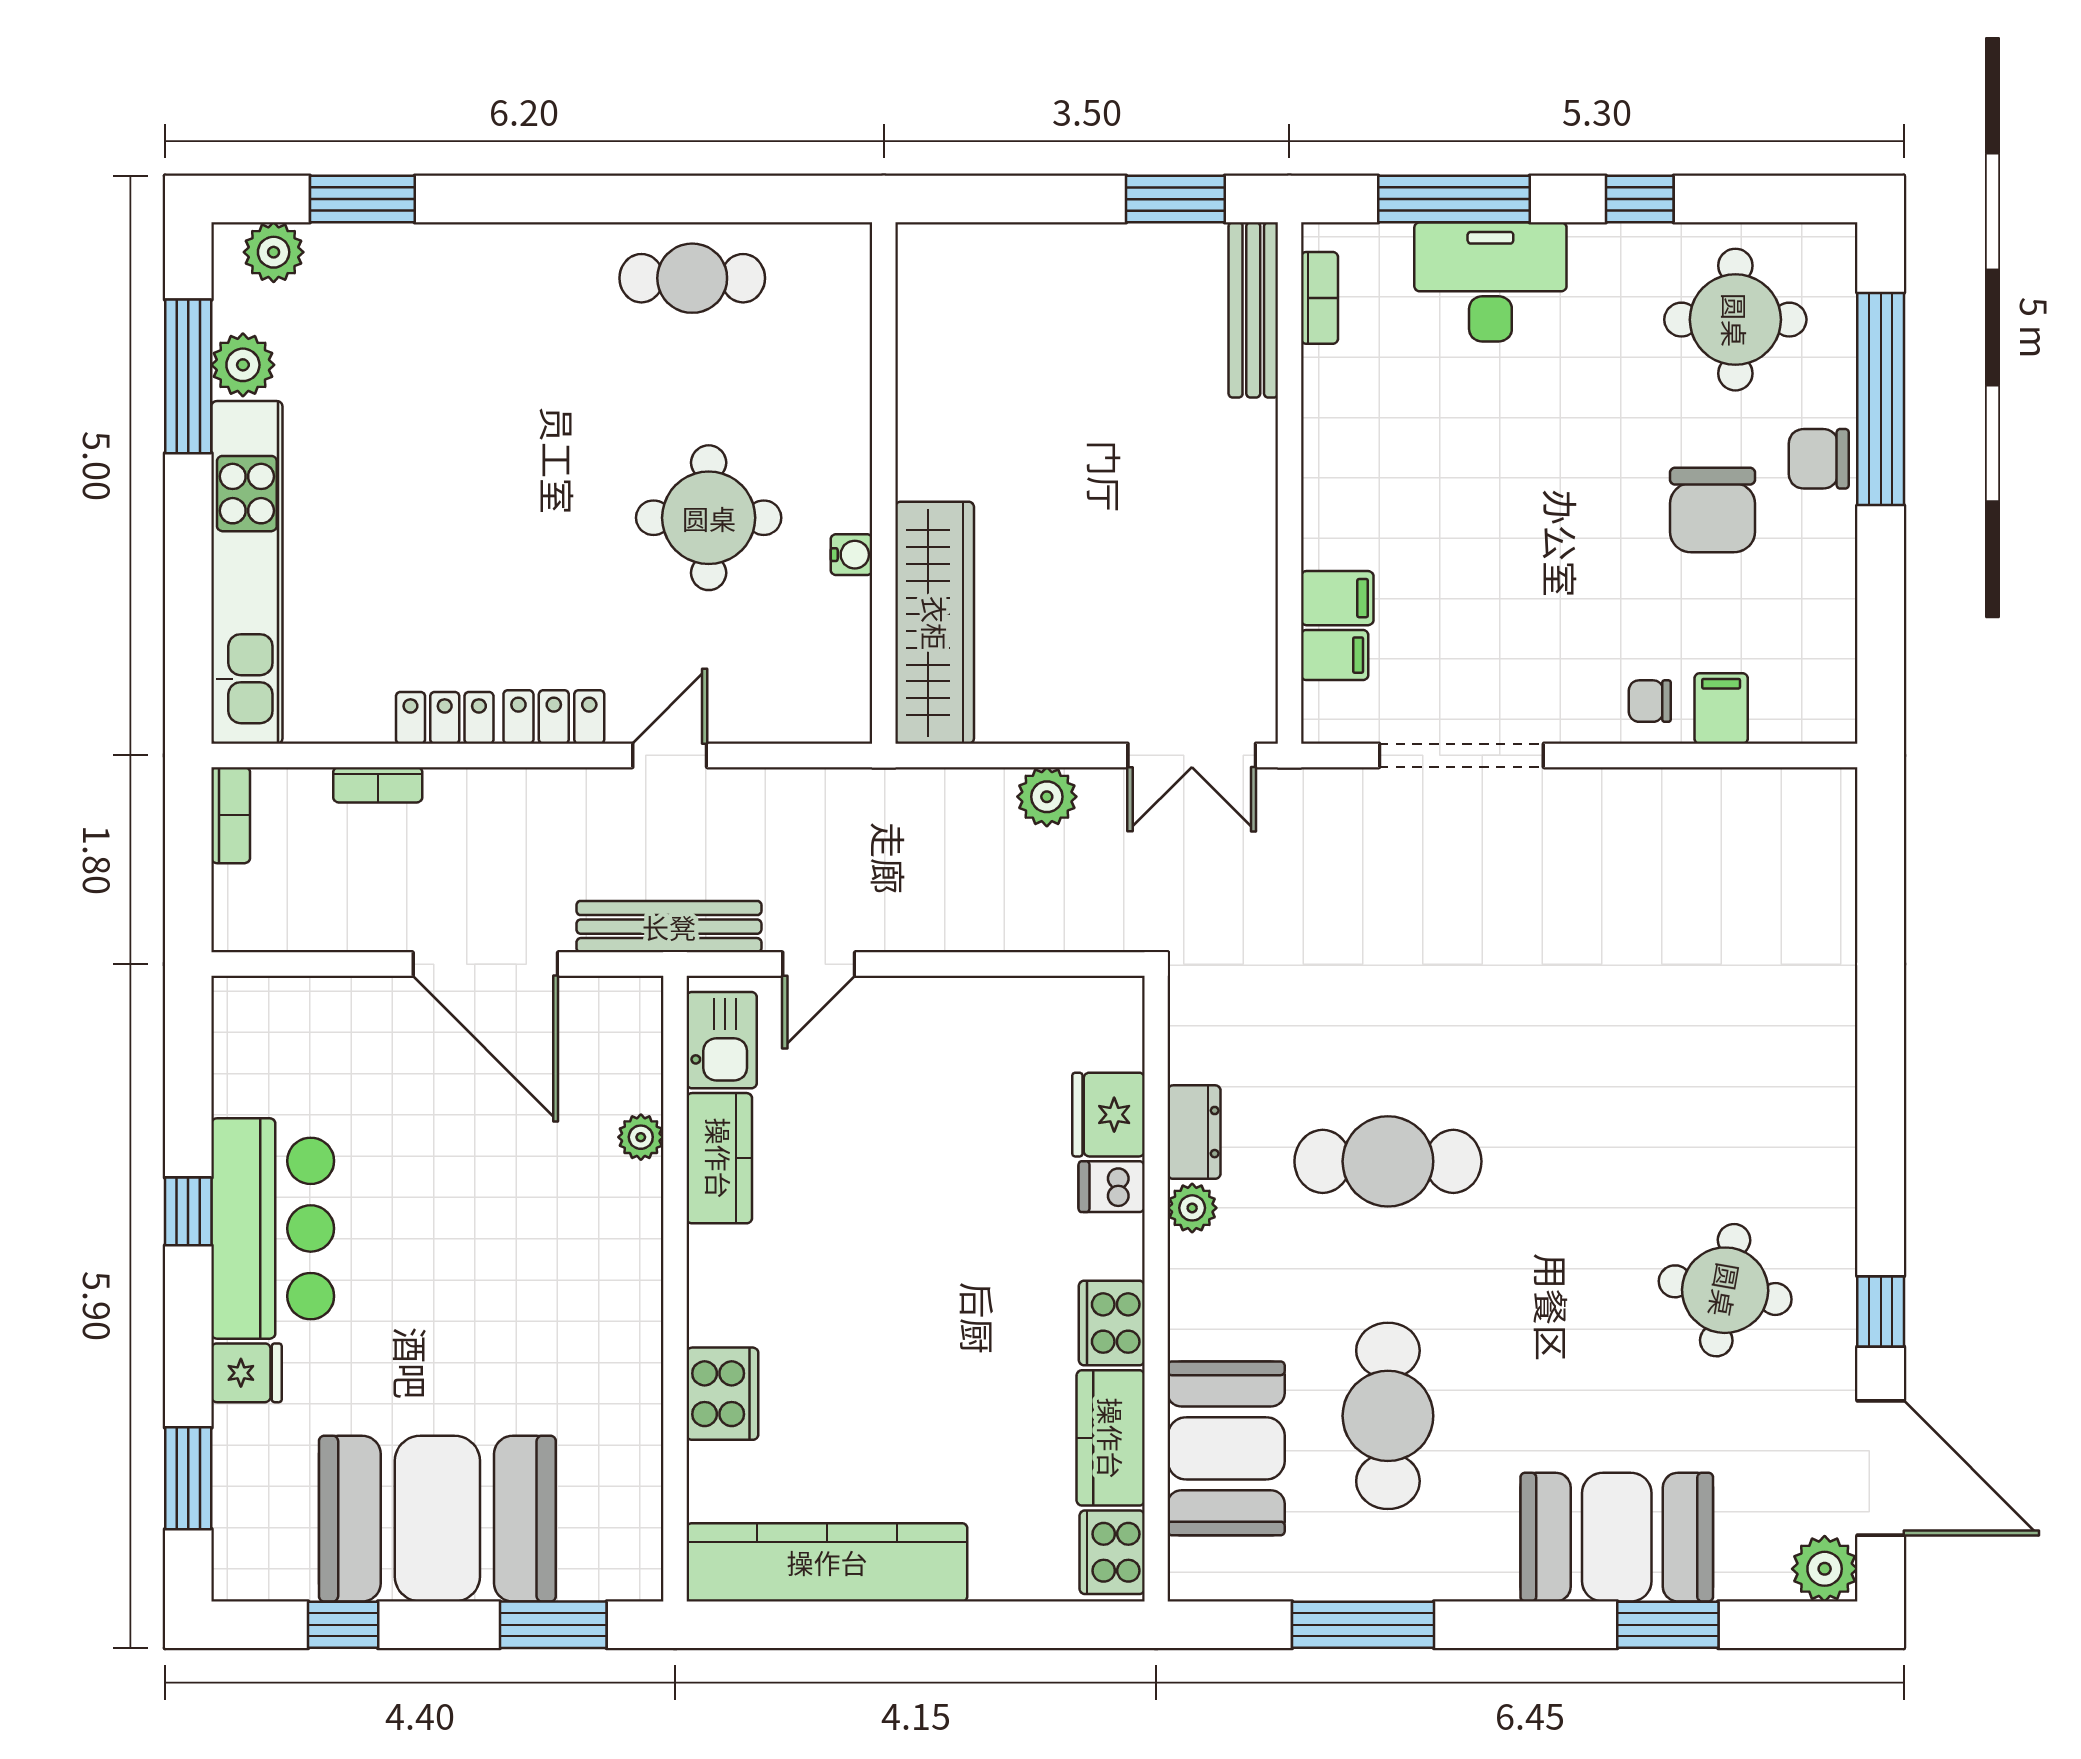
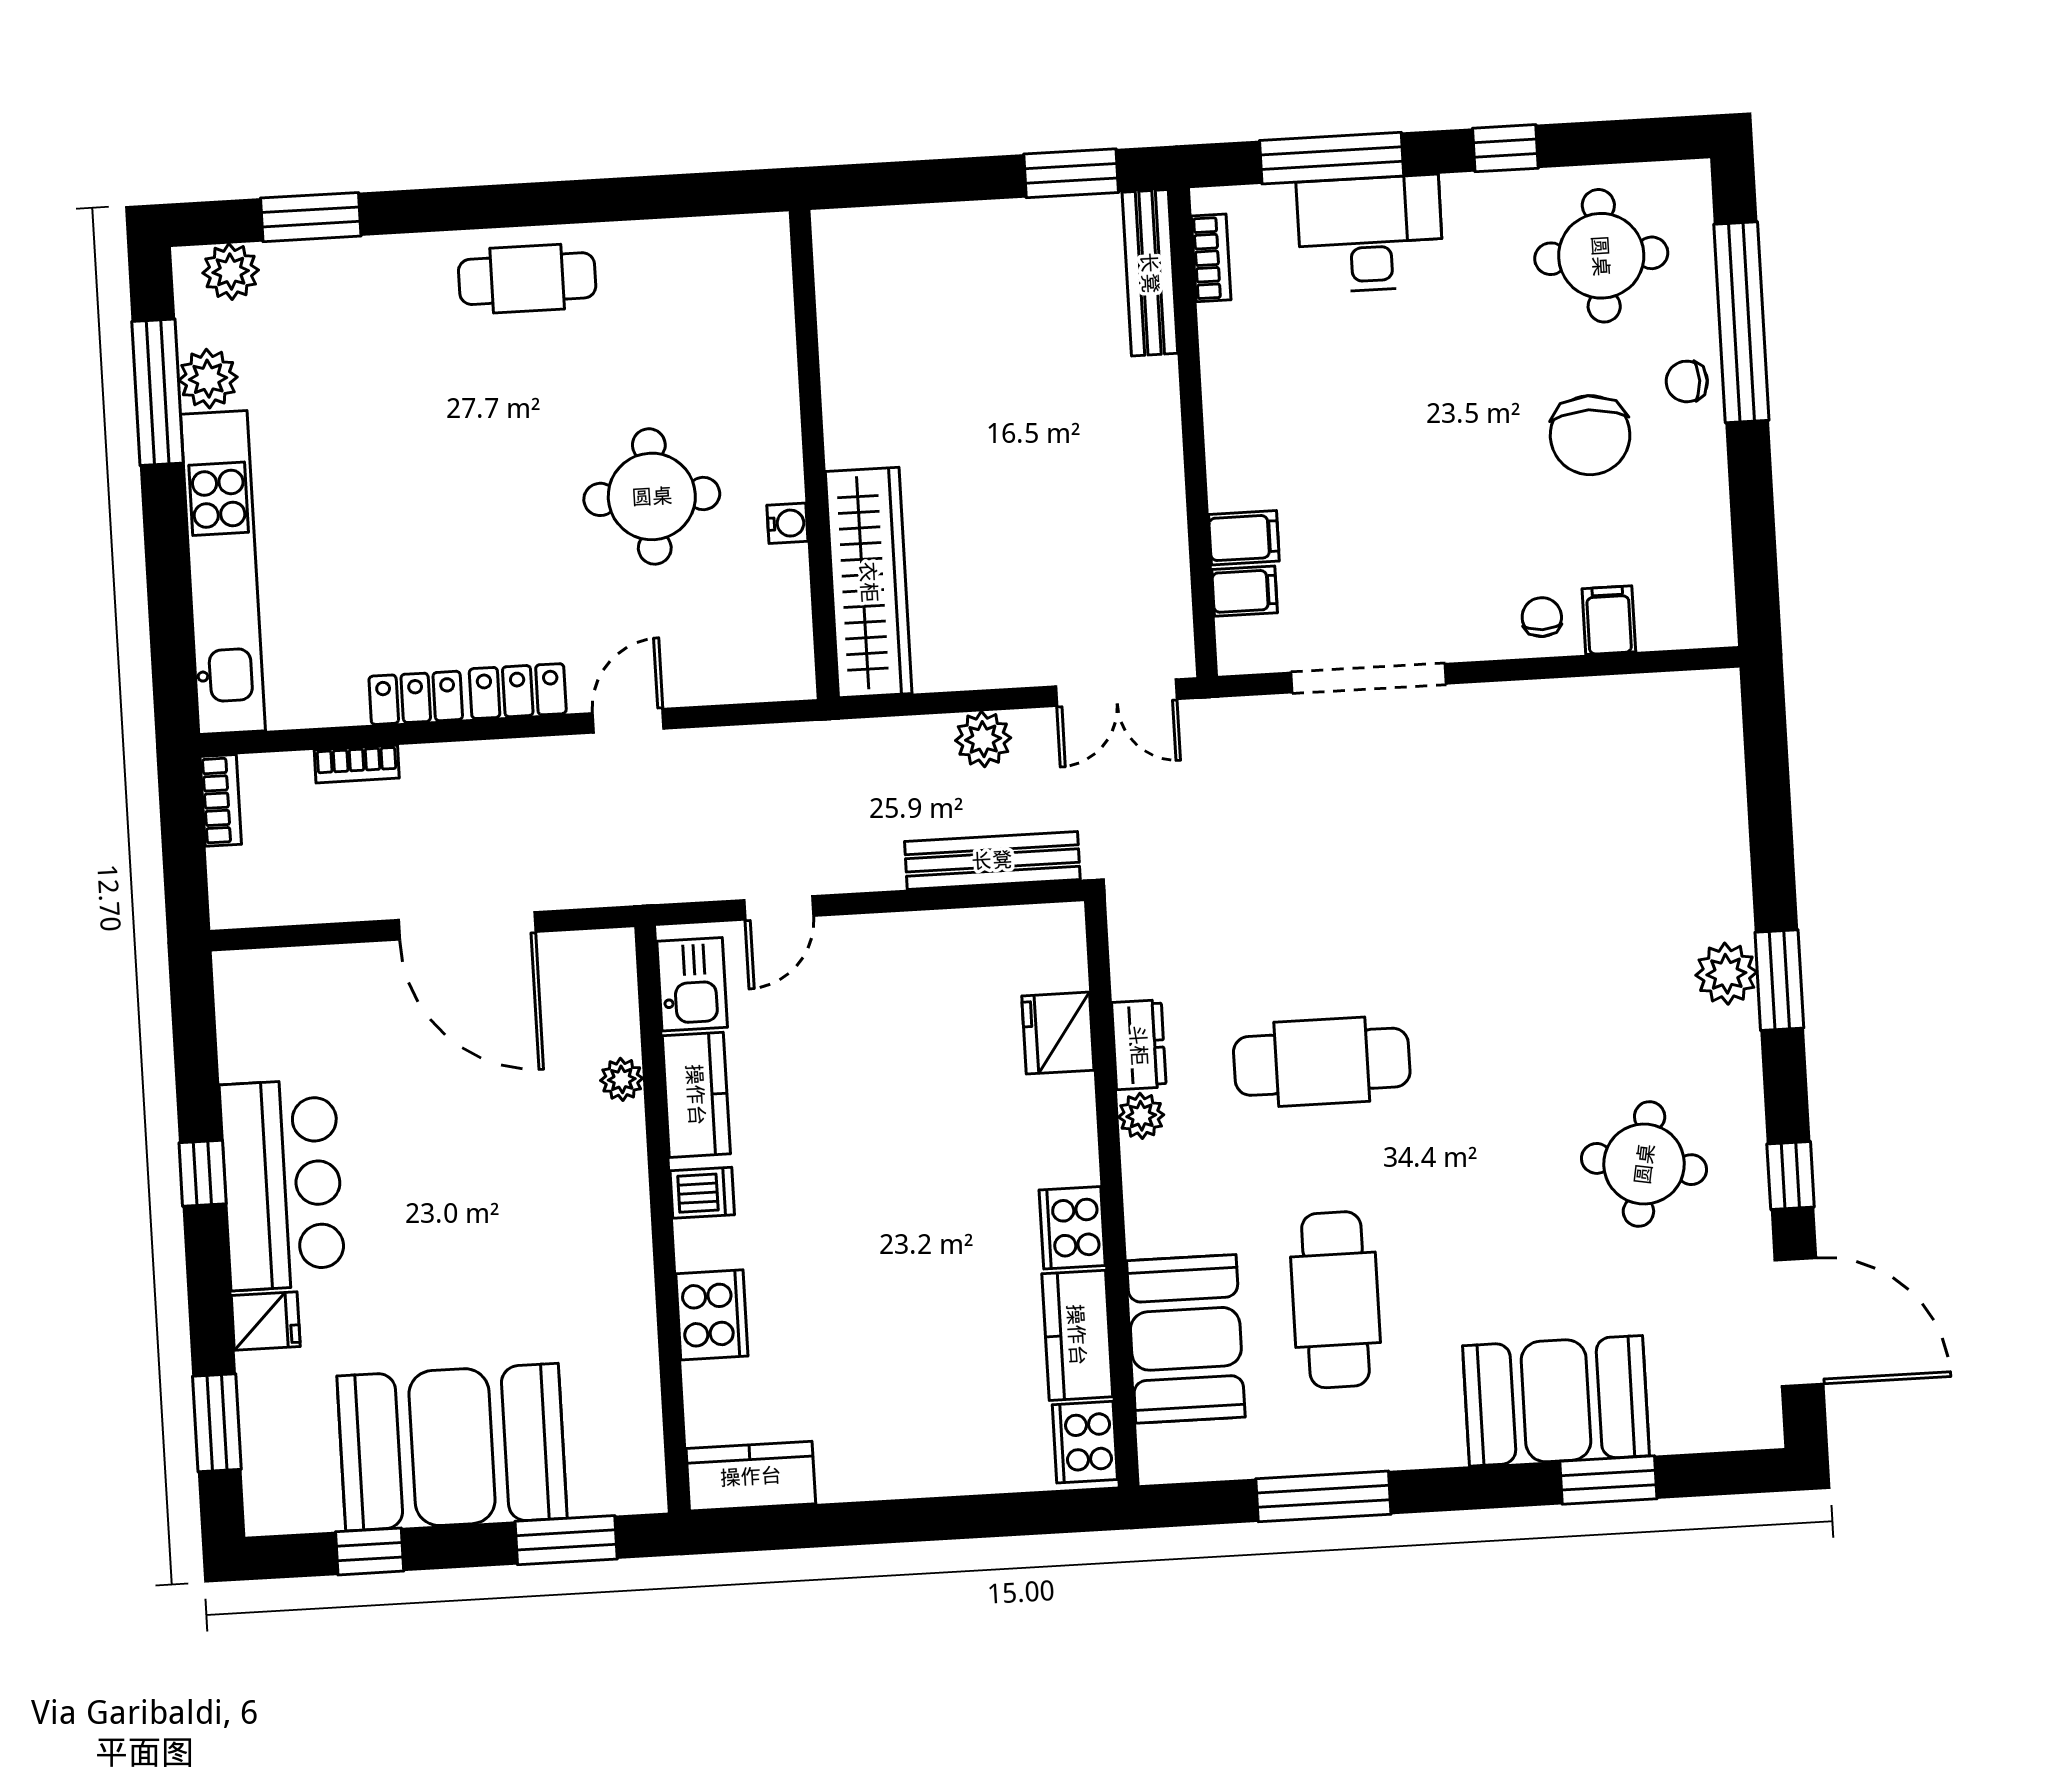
cafe table: (692, 278) -> (527, 279), moved
chair: (1819, 459) -> (1687, 381), width x0.73, depth x0.73
chair: (1650, 701) -> (1542, 617), turned 90
bench: (669, 927) -> (992, 860), moved
window: (1881, 1103) -> (1779, 980), added
dishwasher: (1112, 1187) -> (702, 1193), moved, turned 180
kitchen counter: (827, 1562) -> (751, 1476), width x0.48, depth x0.86
plant: (1825, 1569) -> (1726, 974), moved

